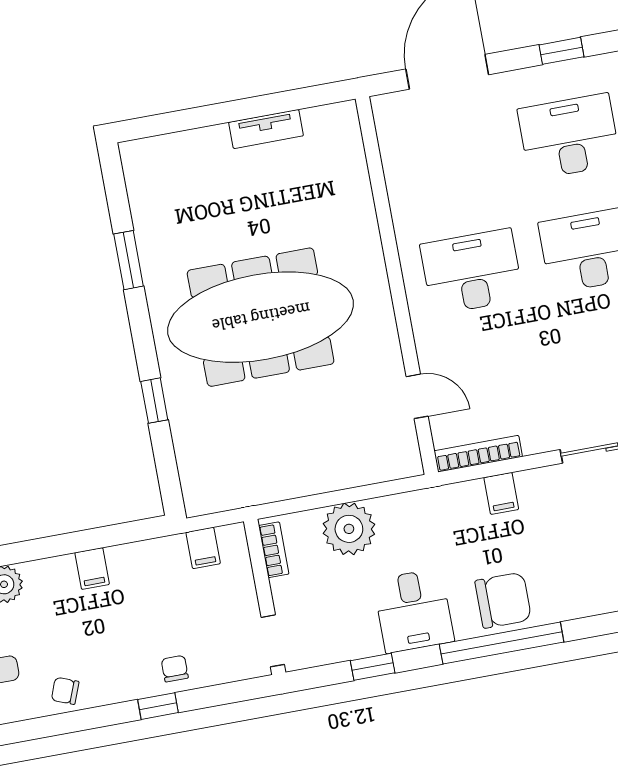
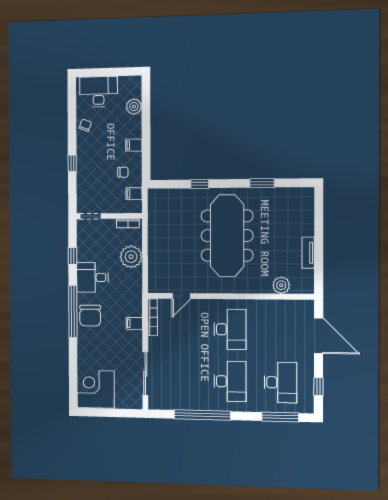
plant: (350, 175) -> (281, 285), added
chair: (175, 669) -> (123, 172), moved

